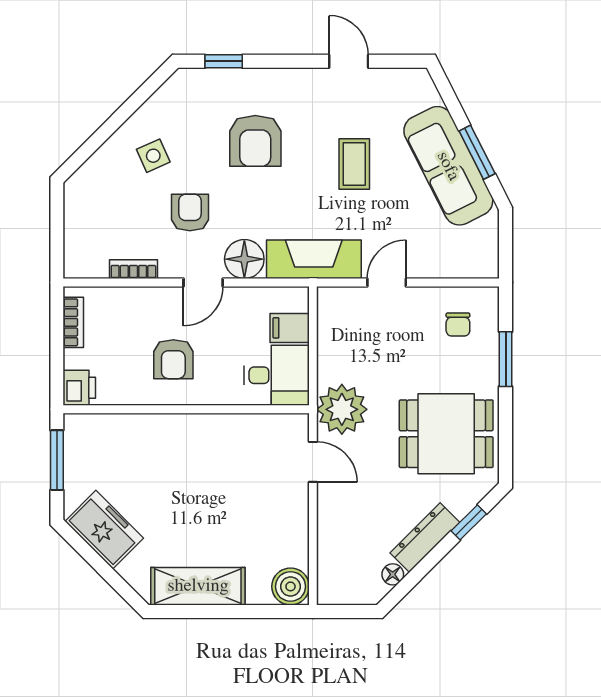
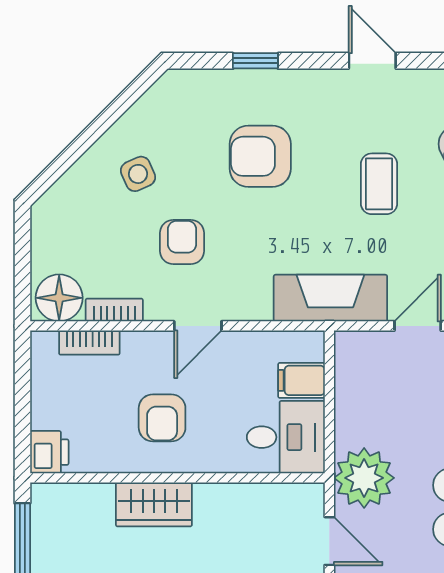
window: (224, 61) -> (255, 61), moved
armchair: (255, 141) -> (260, 156), turned 90
floor lamp: (244, 259) -> (59, 298), moved
bookcase: (73, 322) -> (89, 343), moved, turned 90
wardrobe: (167, 431) -> (154, 504), added

